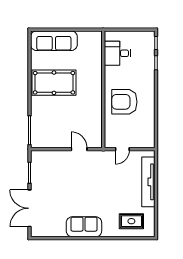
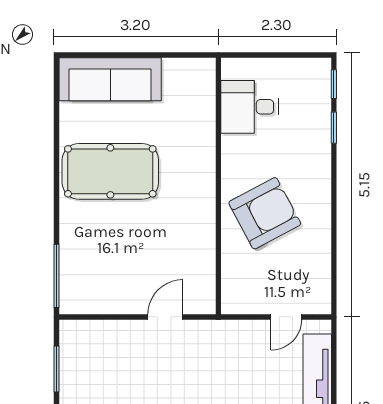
armchair: (124, 102) -> (265, 213), turned 152
door: (79, 149) -> (165, 317), hinge flipped
door: (122, 149) -> (286, 317), moved

